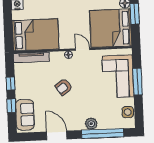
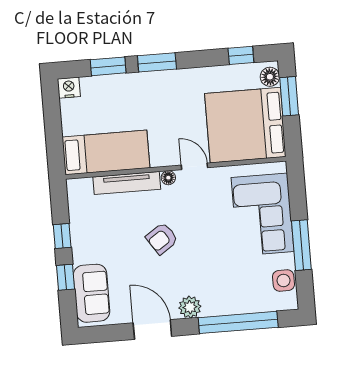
bed: (35, 35) -> (106, 152), width x0.67
tv unit: (31, 57) -> (127, 183), moved
window: (138, 82) -> (301, 245), moved
plant: (91, 124) -> (190, 307), moved

